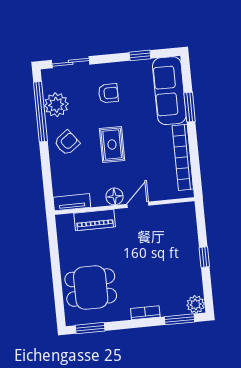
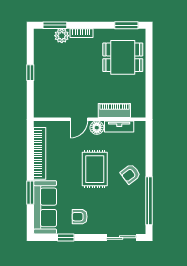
armchair: (108, 93) -> (80, 217), moved
plant: (56, 105) -> (136, 205), removed
rug: (112, 145) -> (95, 169), width x1.36, depth x1.43
tv unit: (72, 202) -> (119, 126), moved
plant: (196, 304) -> (62, 36), moved

